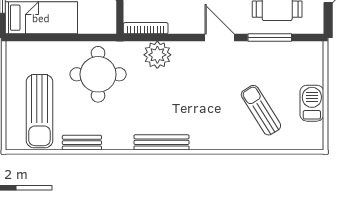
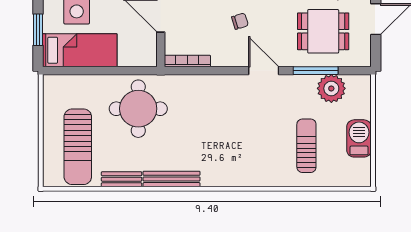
plant: (157, 55) -> (331, 88), moved
sun lounger: (261, 110) -> (306, 146), turned 32
bench: (161, 142) -> (171, 179), moved

